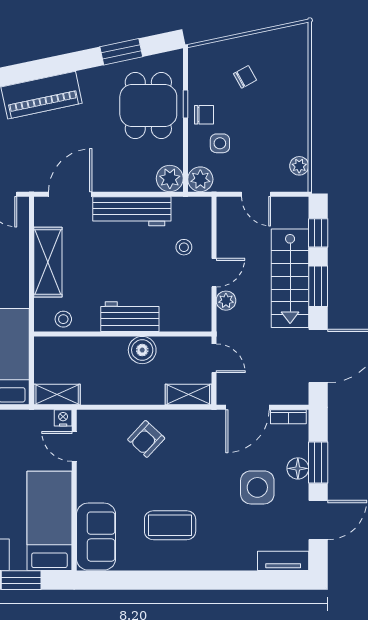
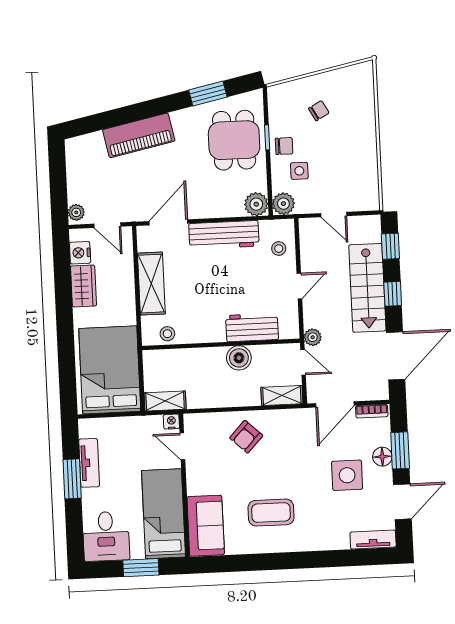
plant: (299, 166) -> (371, 188), removed
stool: (184, 247) -> (279, 249), moved
window: (318, 286) -> (393, 294), width x0.67
plant: (226, 301) -> (313, 337), moved
workbench: (130, 317) -> (252, 327), moved

